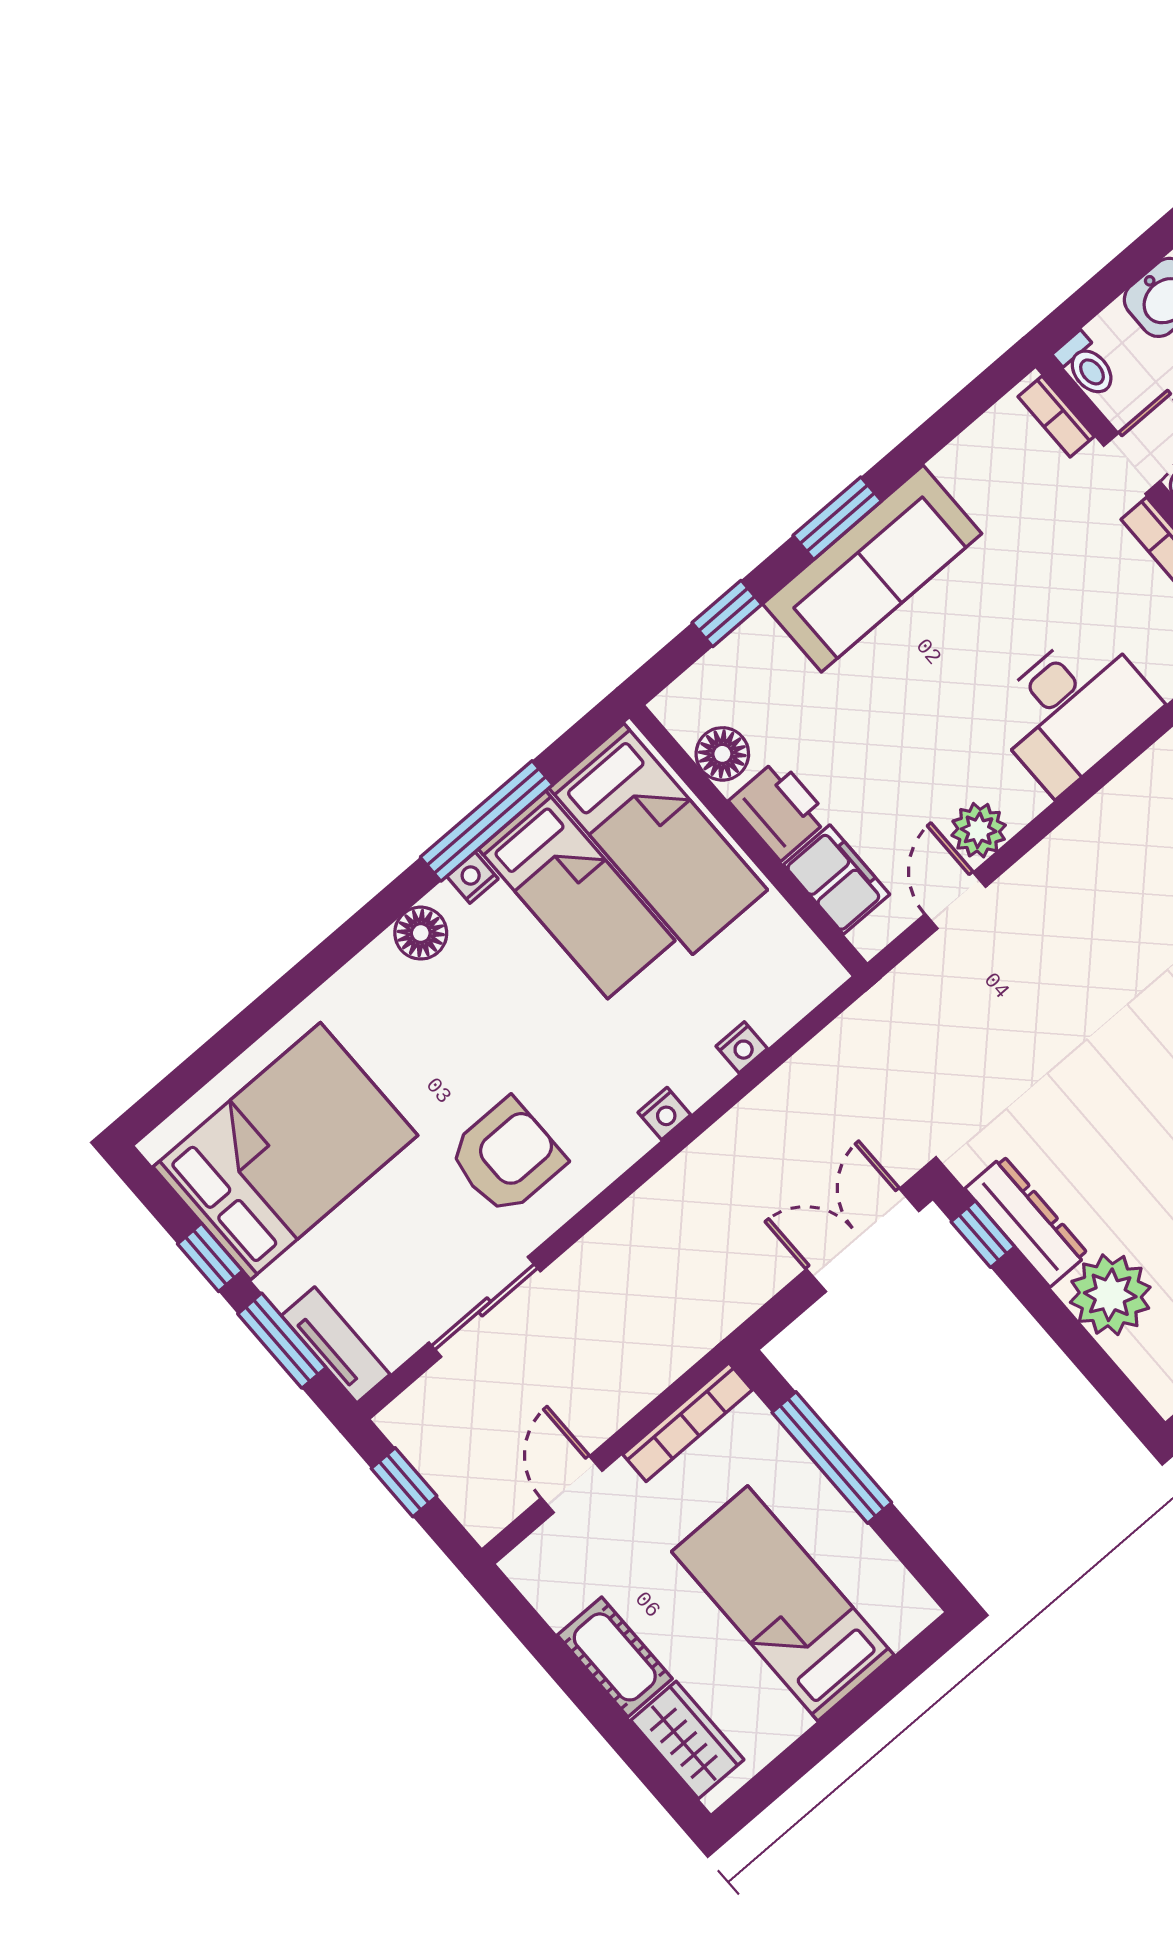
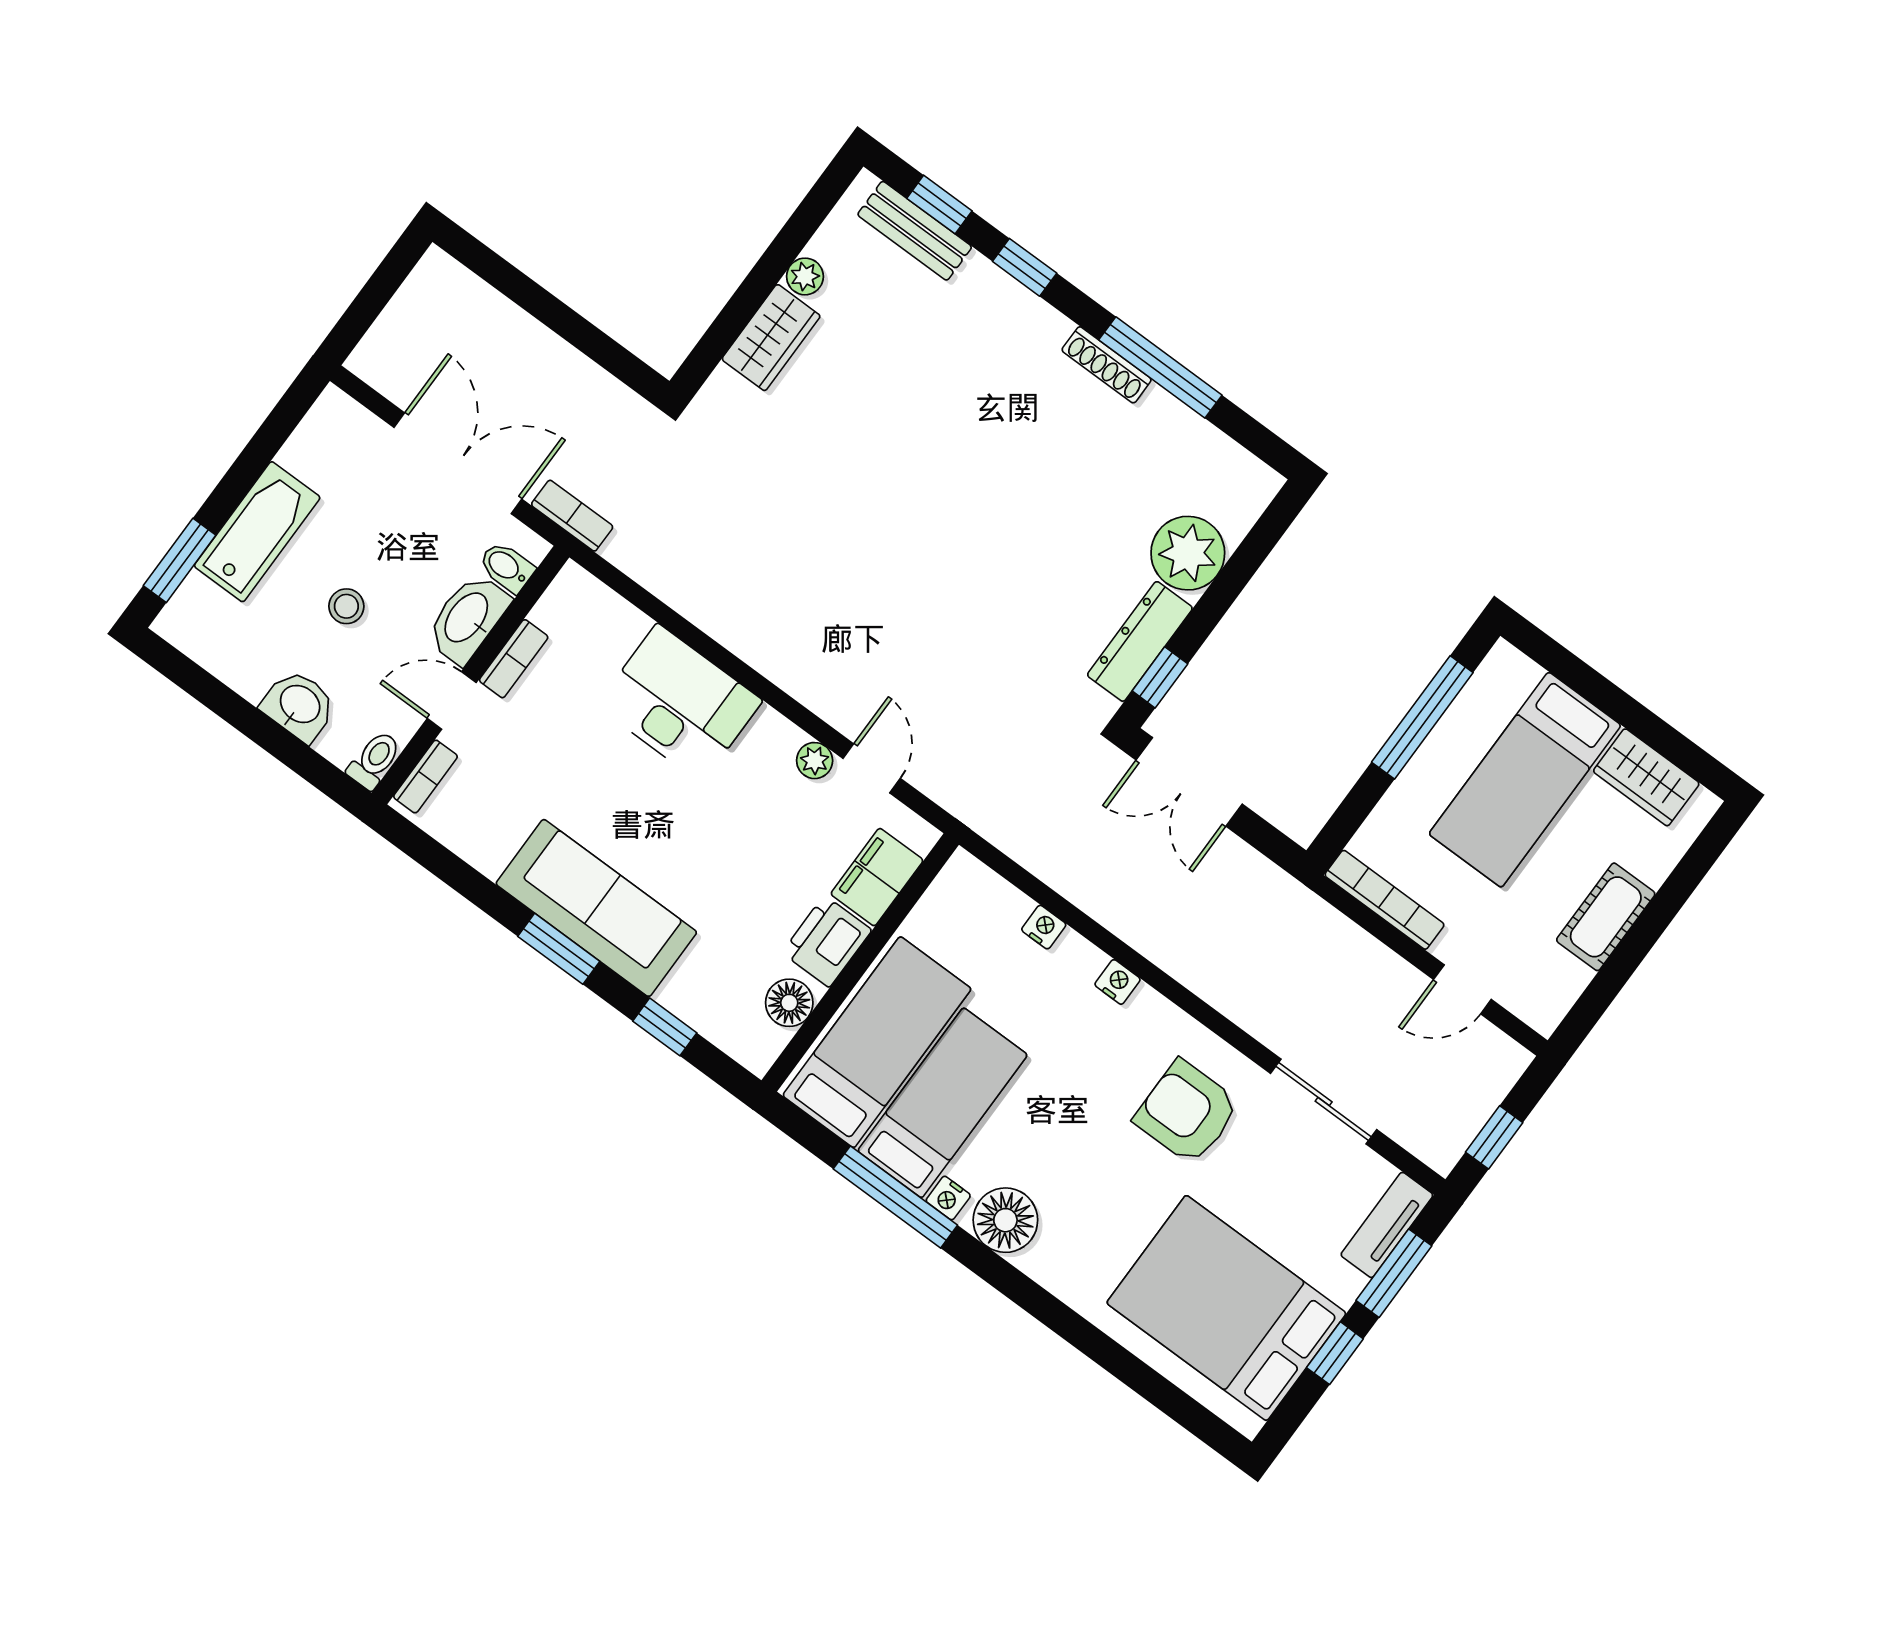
plant: (979, 830) -> (815, 761), width x0.73, depth x0.73
door: (955, 900) -> (872, 768), swing flipped
floor lamp: (421, 933) -> (1005, 1220), width x1.38, depth x1.38
window: (832, 1458) -> (1422, 717), moved
wardrobe: (687, 1740) -> (1646, 777), moved, turned -90

